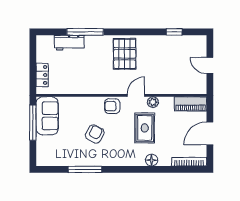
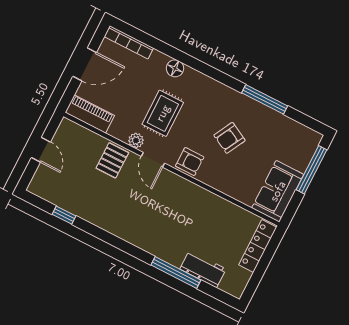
pallet: (125, 54) -> (112, 160), moved, width x0.67, depth x0.71
locker: (42, 75) -> (258, 246), width x1.53
door: (136, 95) -> (153, 160), hinge flipped
window: (33, 123) -> (311, 170), moved

